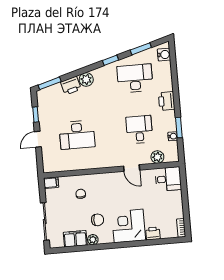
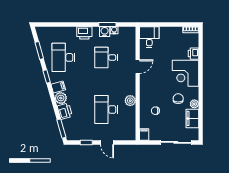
water cooler: (164, 55) -> (105, 32), moved
filing cabinet: (99, 75) -> (58, 87), added
desk: (77, 135) -> (106, 110), turned 180
plant: (157, 157) -> (130, 101), moved

